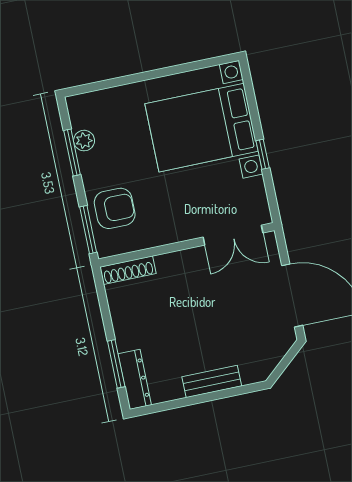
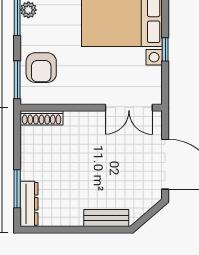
armchair: (115, 208) -> (41, 68), turned 90
bench: (212, 381) -> (106, 218), moved

